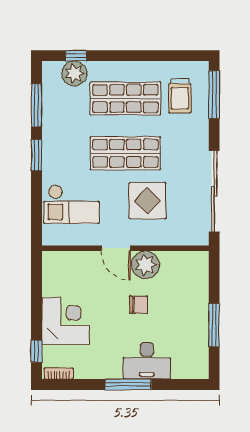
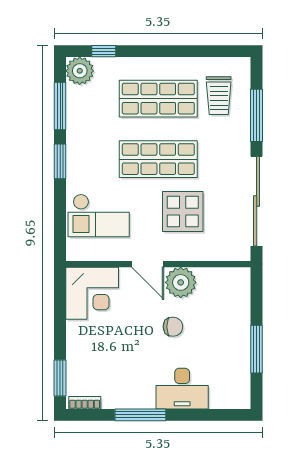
plant: (74, 73) -> (80, 71), moved
window: (214, 95) -> (257, 115), moved
corner desk: (65, 321) -> (92, 293), moved, turned 90
window: (36, 351) -> (60, 378), width x1.50
window: (128, 385) -> (140, 415), moved

